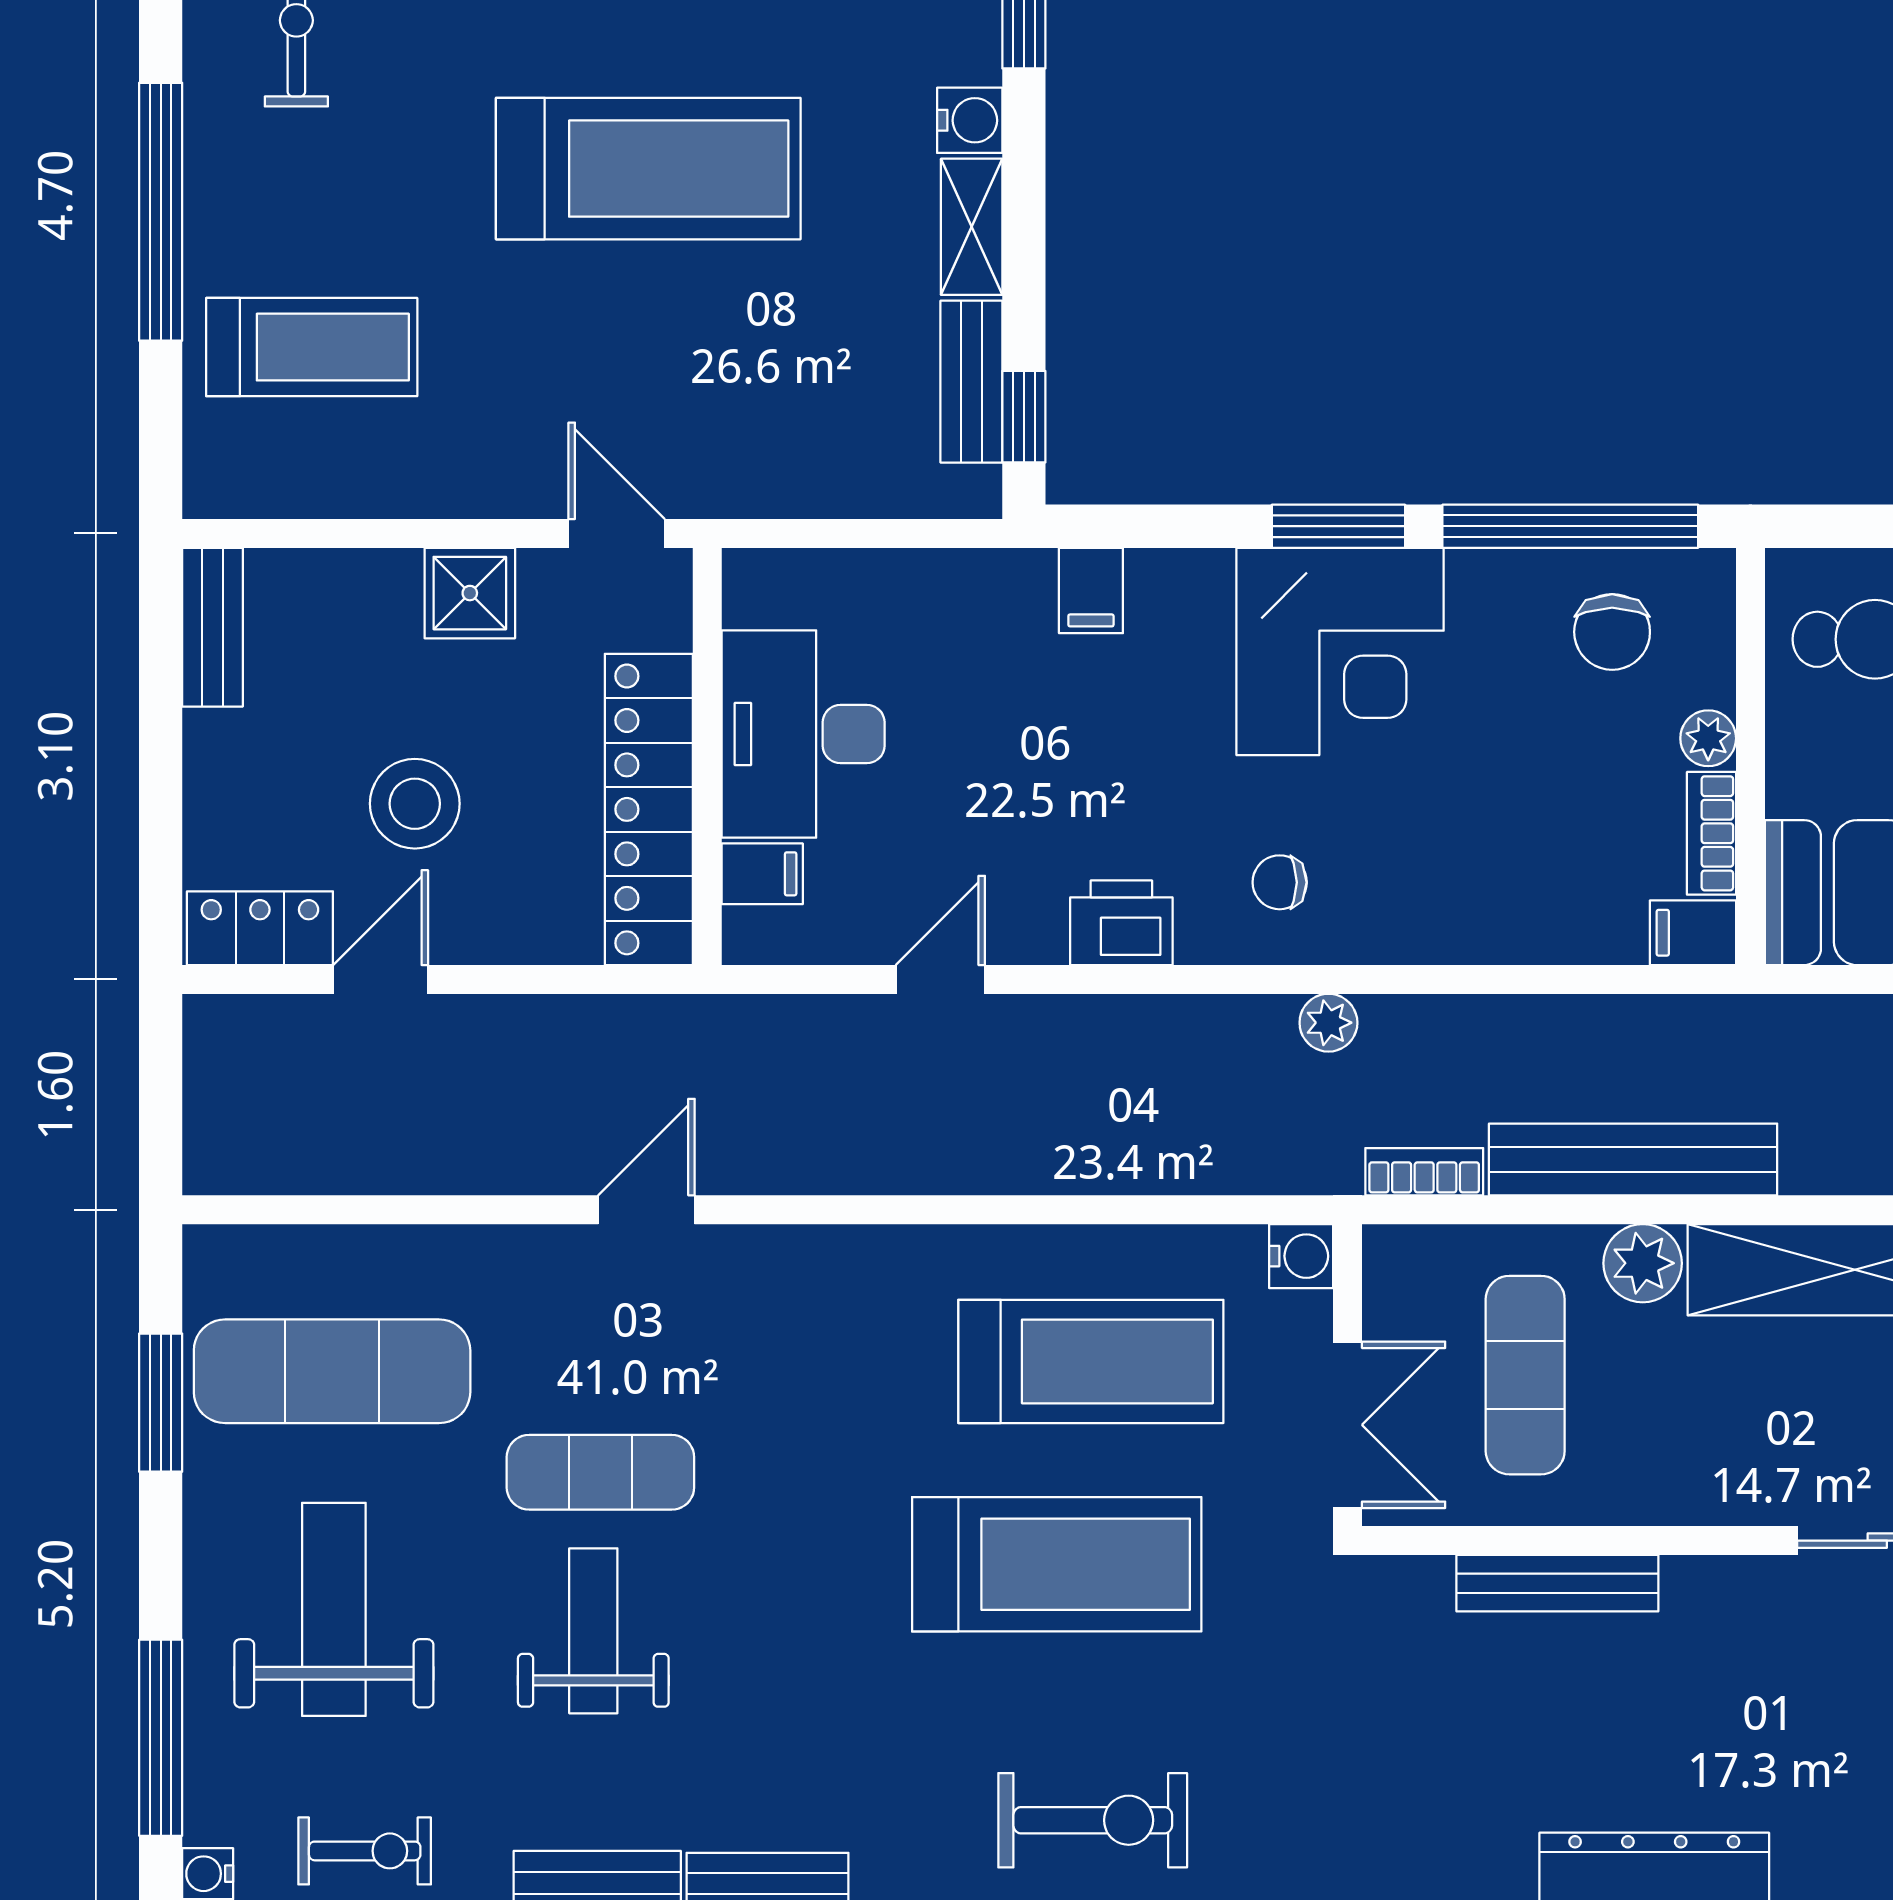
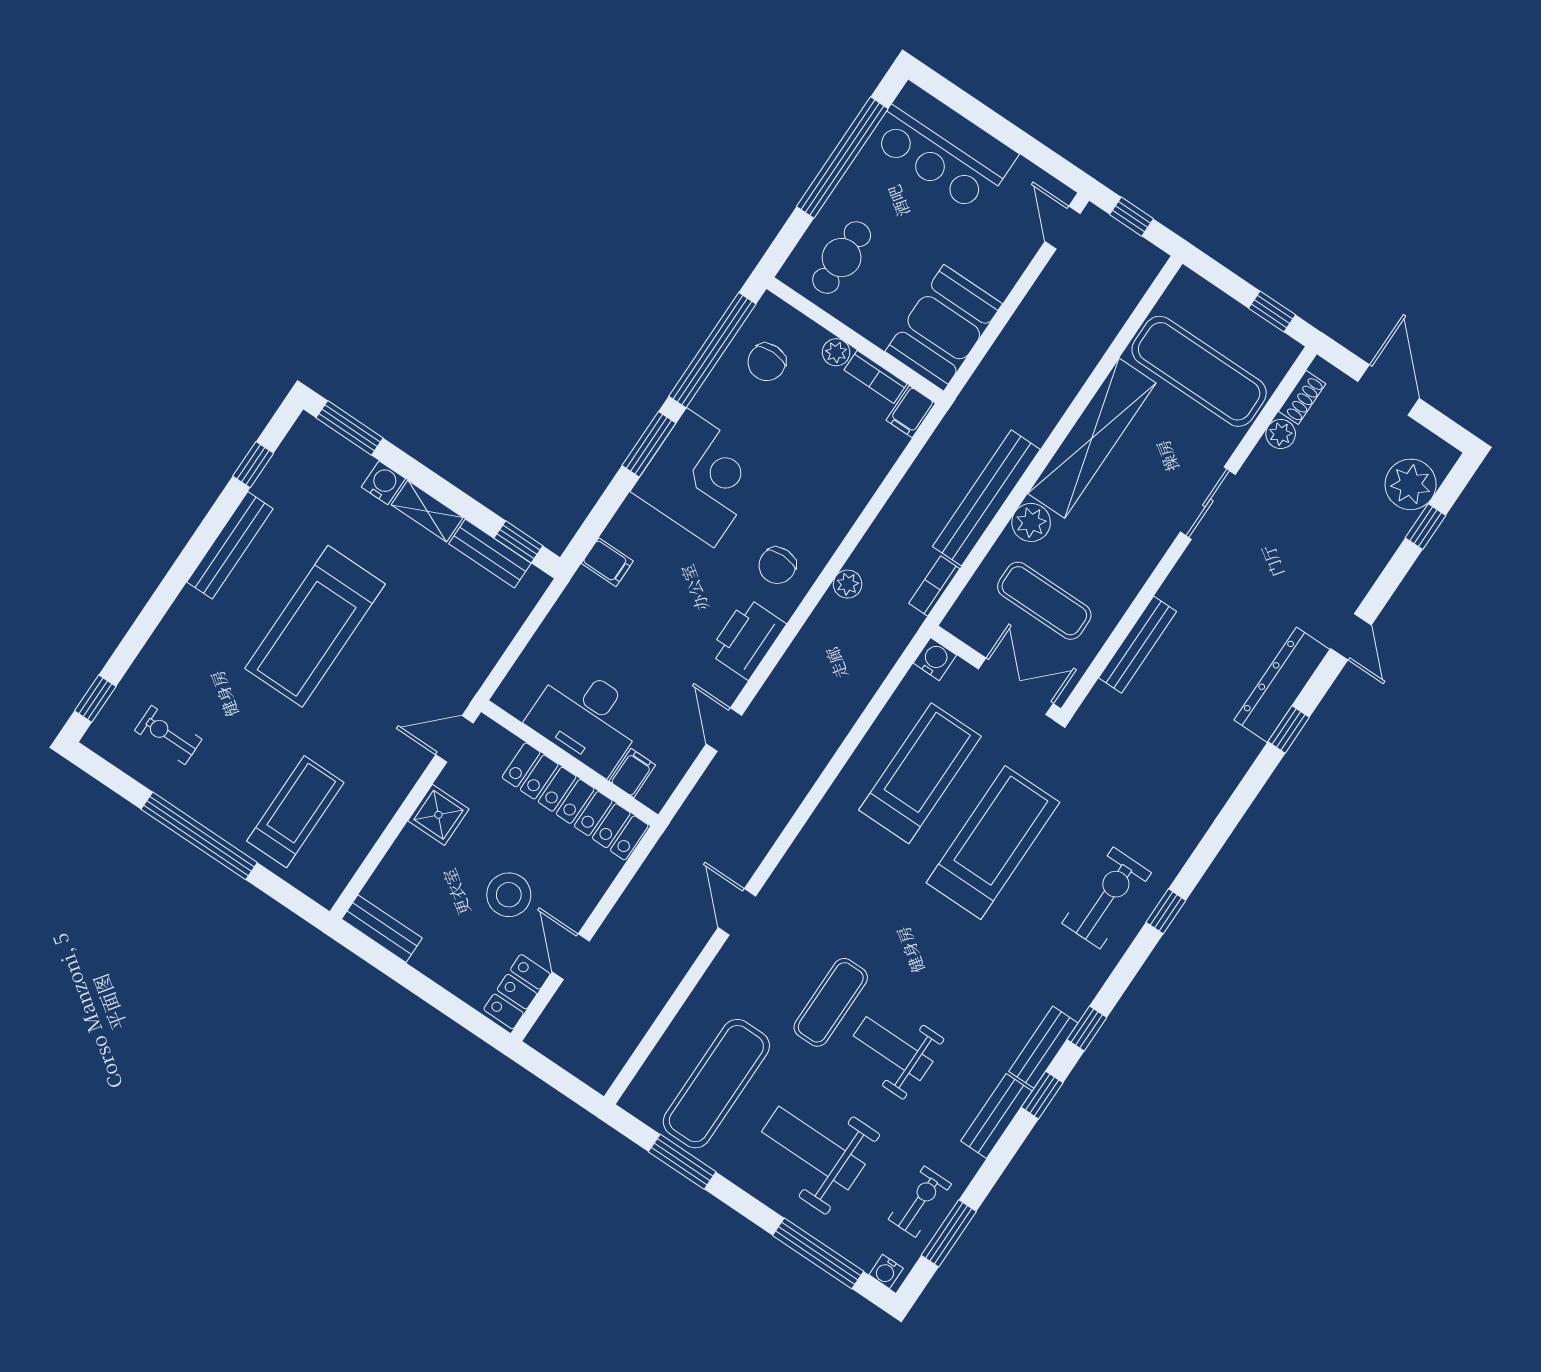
treadmill: (648, 169) -> (315, 626), turned 180
chair: (1612, 632) -> (767, 362), turned 90
chair: (1280, 882) -> (777, 565), width x1.37, depth x1.37
printer: (1121, 923) -> (747, 638), width x1.37, depth x1.19

